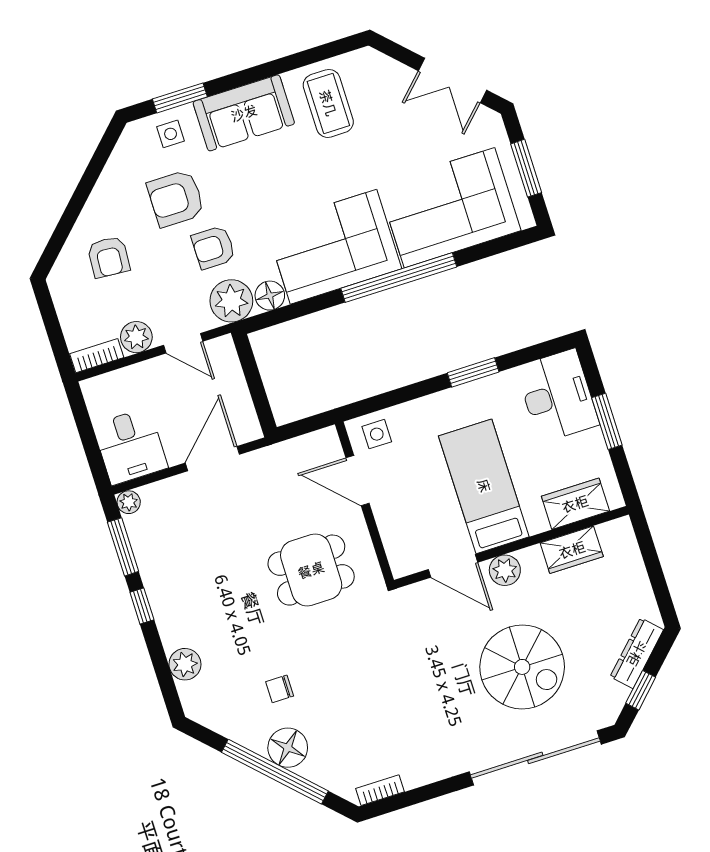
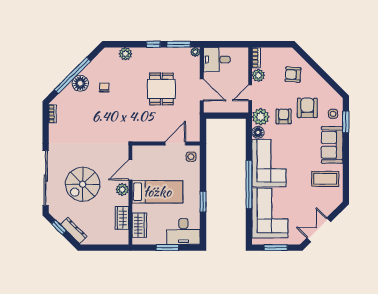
dining table: (311, 570) -> (161, 89), moved

